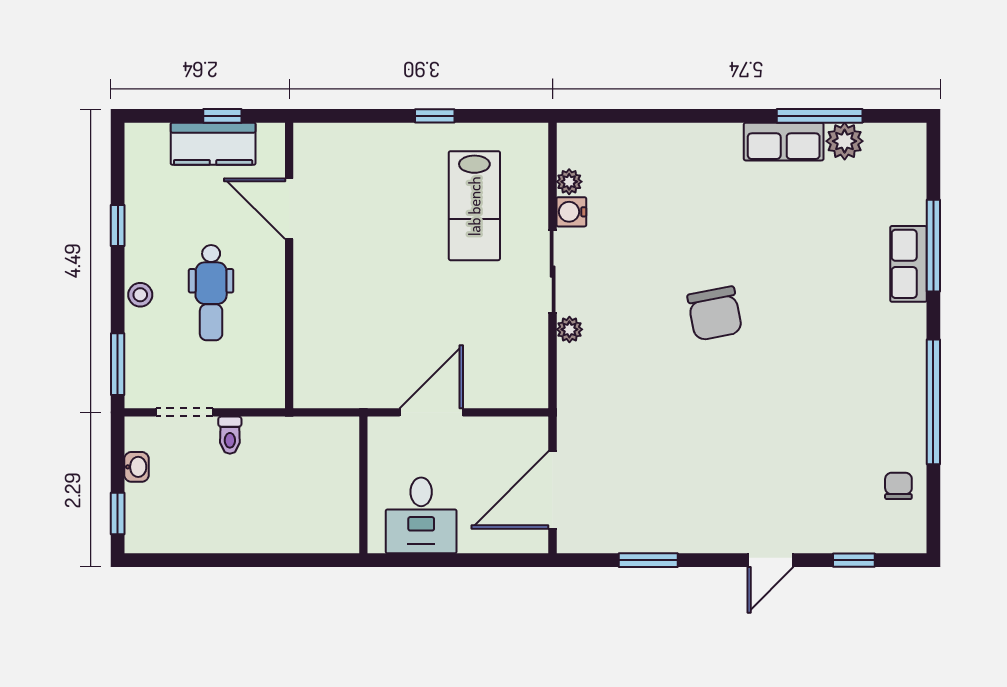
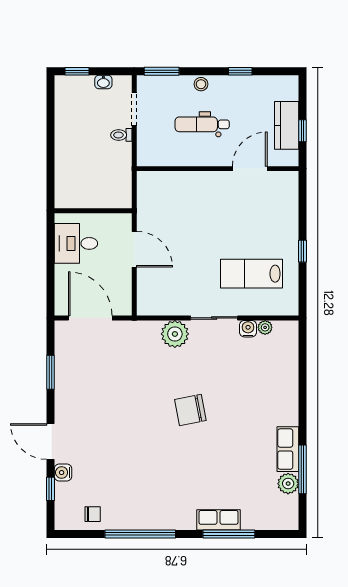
plant: (569, 329) -> (175, 334), width x1.88, depth x1.88
water cooler: (825, 538) -> (63, 473), added
door: (771, 560) -> (50, 442), width x1.38

